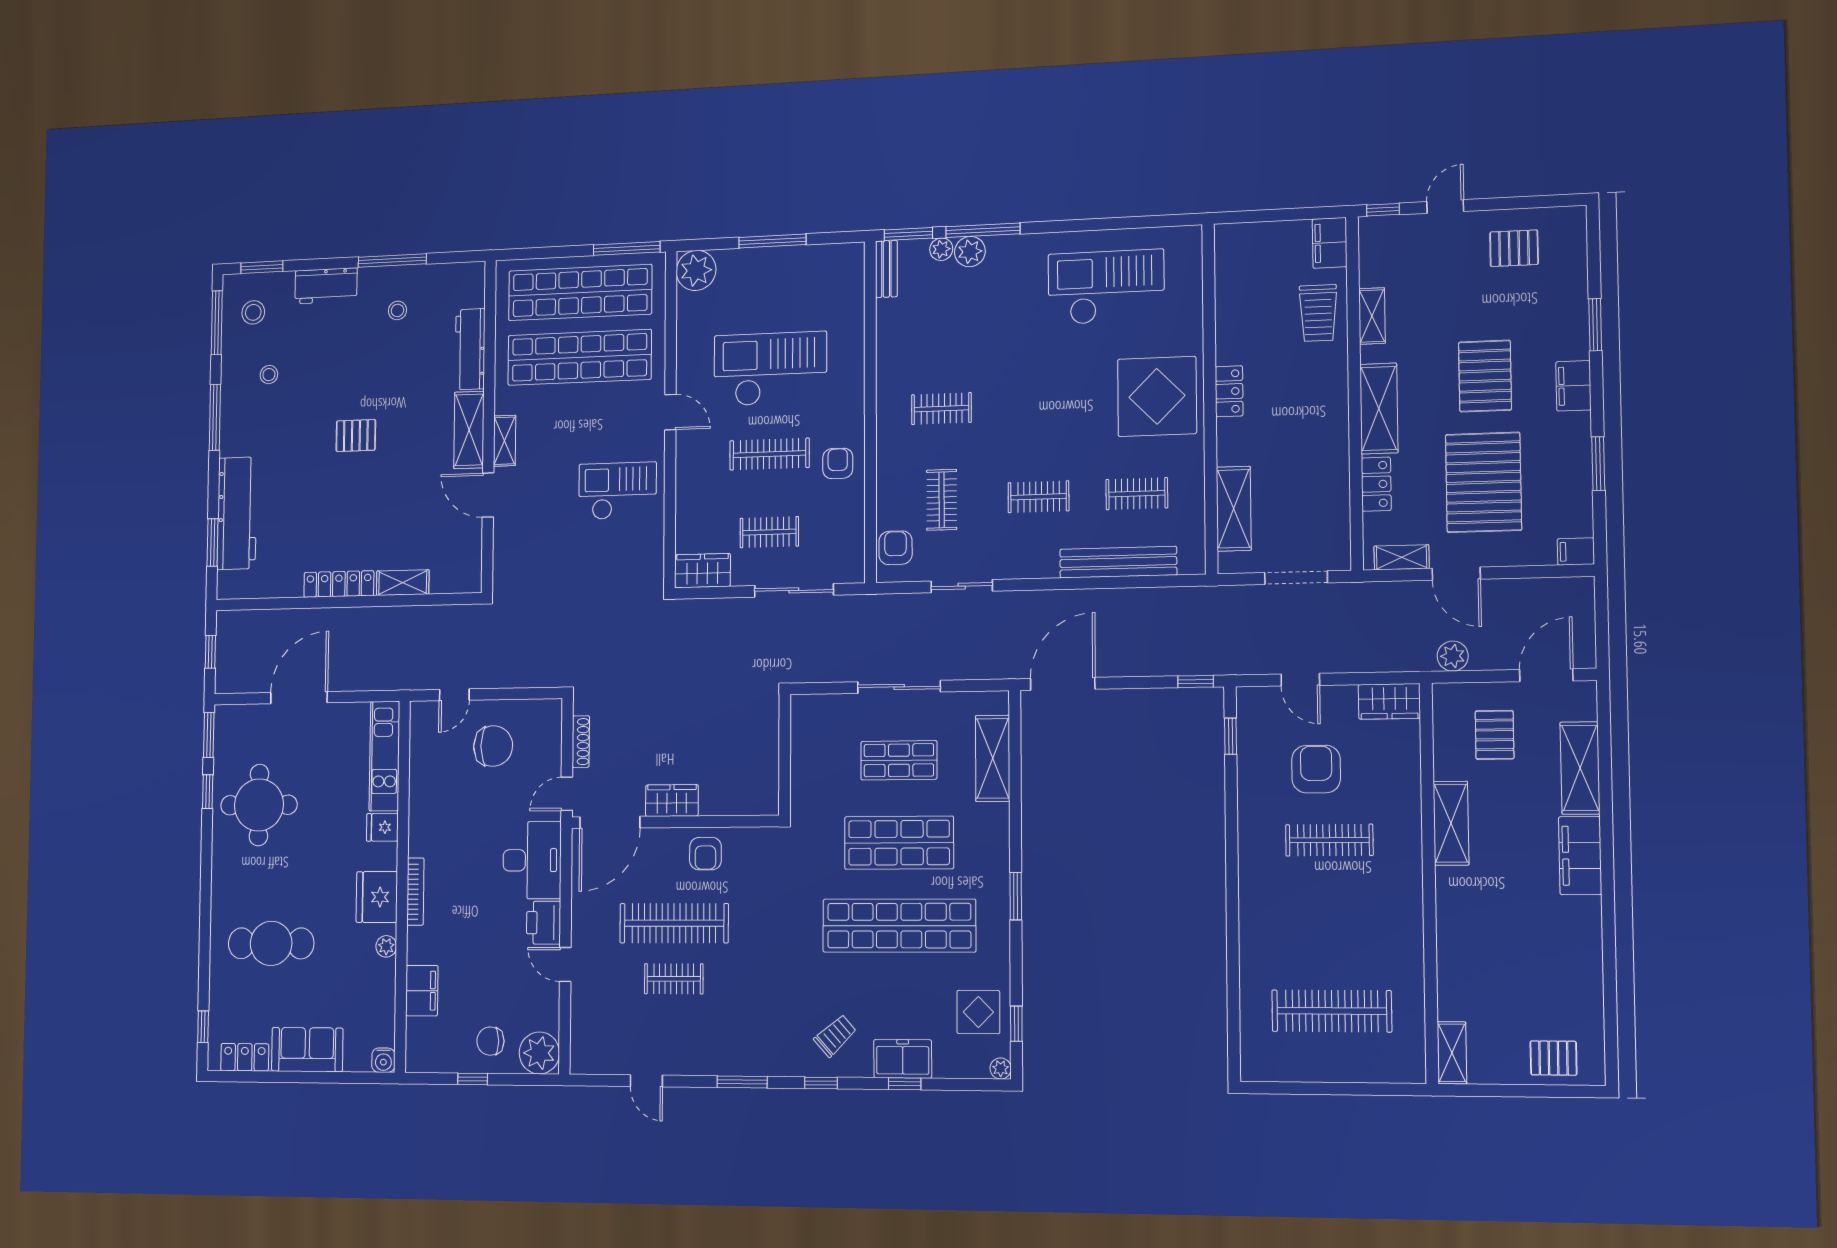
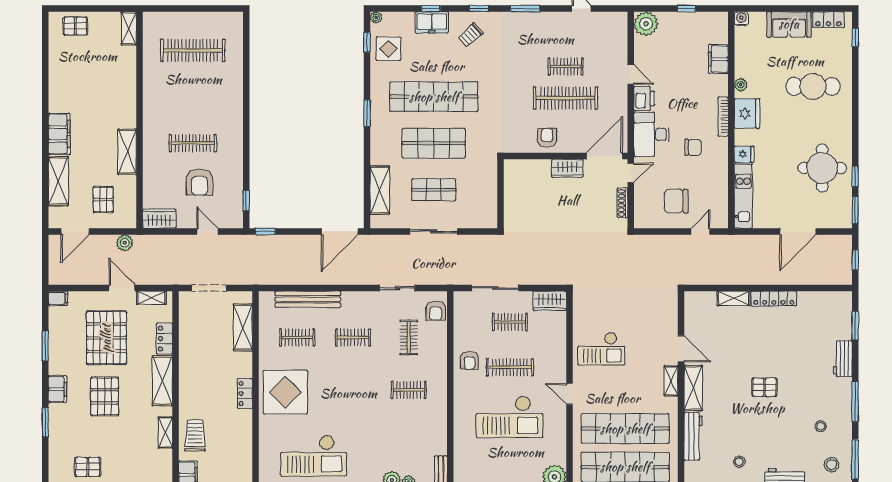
workbench: (237, 513) -> (843, 359), width x0.53, depth x0.76
chair: (490, 1041) -> (693, 147), moved

